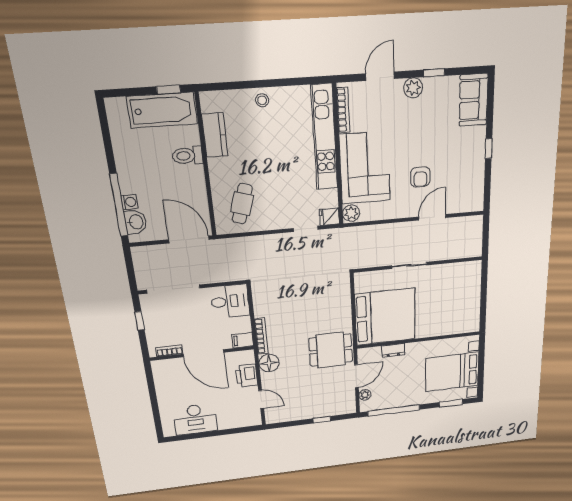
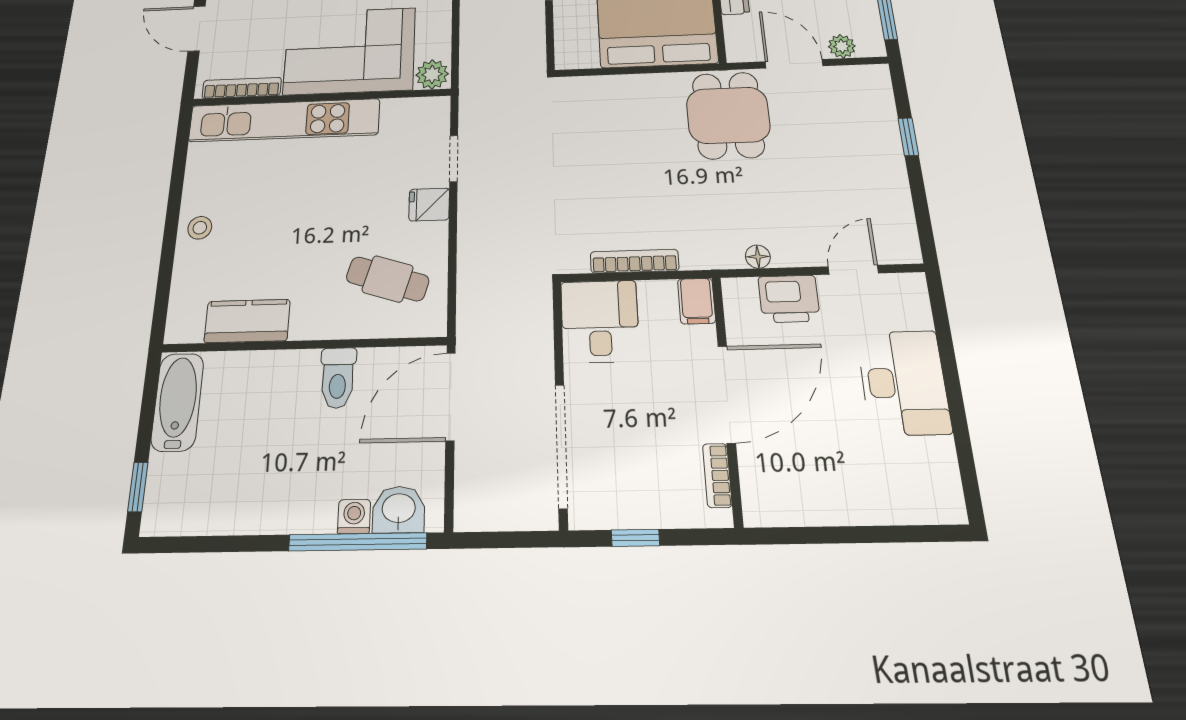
window: (168, 90) -> (138, 487), moved
bathtub: (162, 110) -> (177, 402), width x0.73, depth x0.73
toilet: (188, 156) -> (338, 378), moved
fridge: (329, 217) -> (429, 205), moved, turned 90
bookcase: (261, 336) -> (635, 261), moved
floor lamp: (269, 363) -> (758, 257), width x0.53, depth x0.53
desk: (195, 419) -> (903, 382), moved

